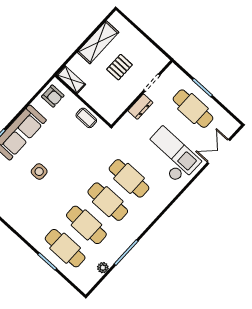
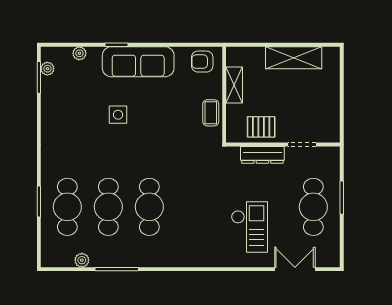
pallet: (119, 67) -> (261, 127), moved
shelving: (71, 80) -> (234, 85), moved
armchair: (53, 96) -> (202, 62), turned 90
dresser: (140, 107) -> (262, 155), width x1.44
checkout: (171, 155) -> (249, 227), width x0.73, depth x0.83
cafe table: (129, 178) -> (190, 207), removed

